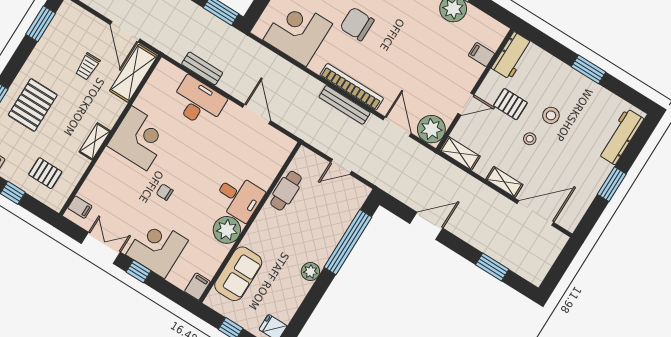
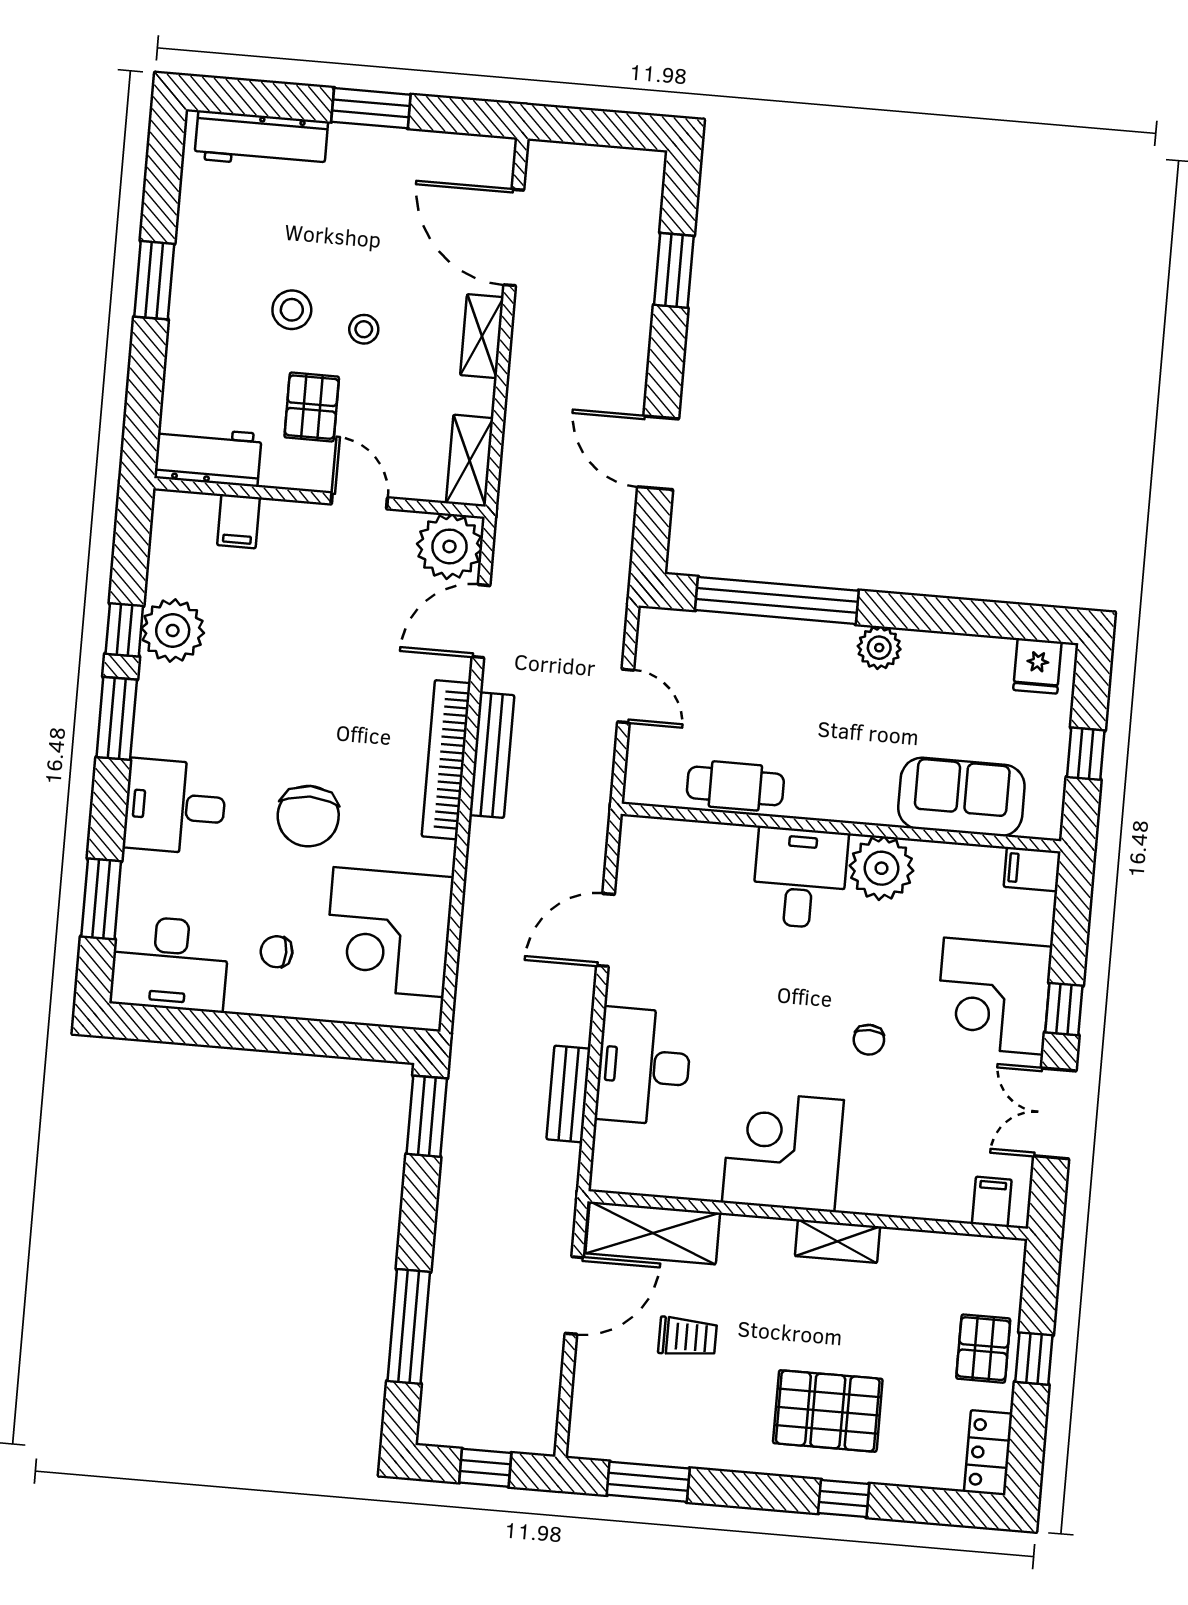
pallet: (45, 173) -> (983, 1349), moved

